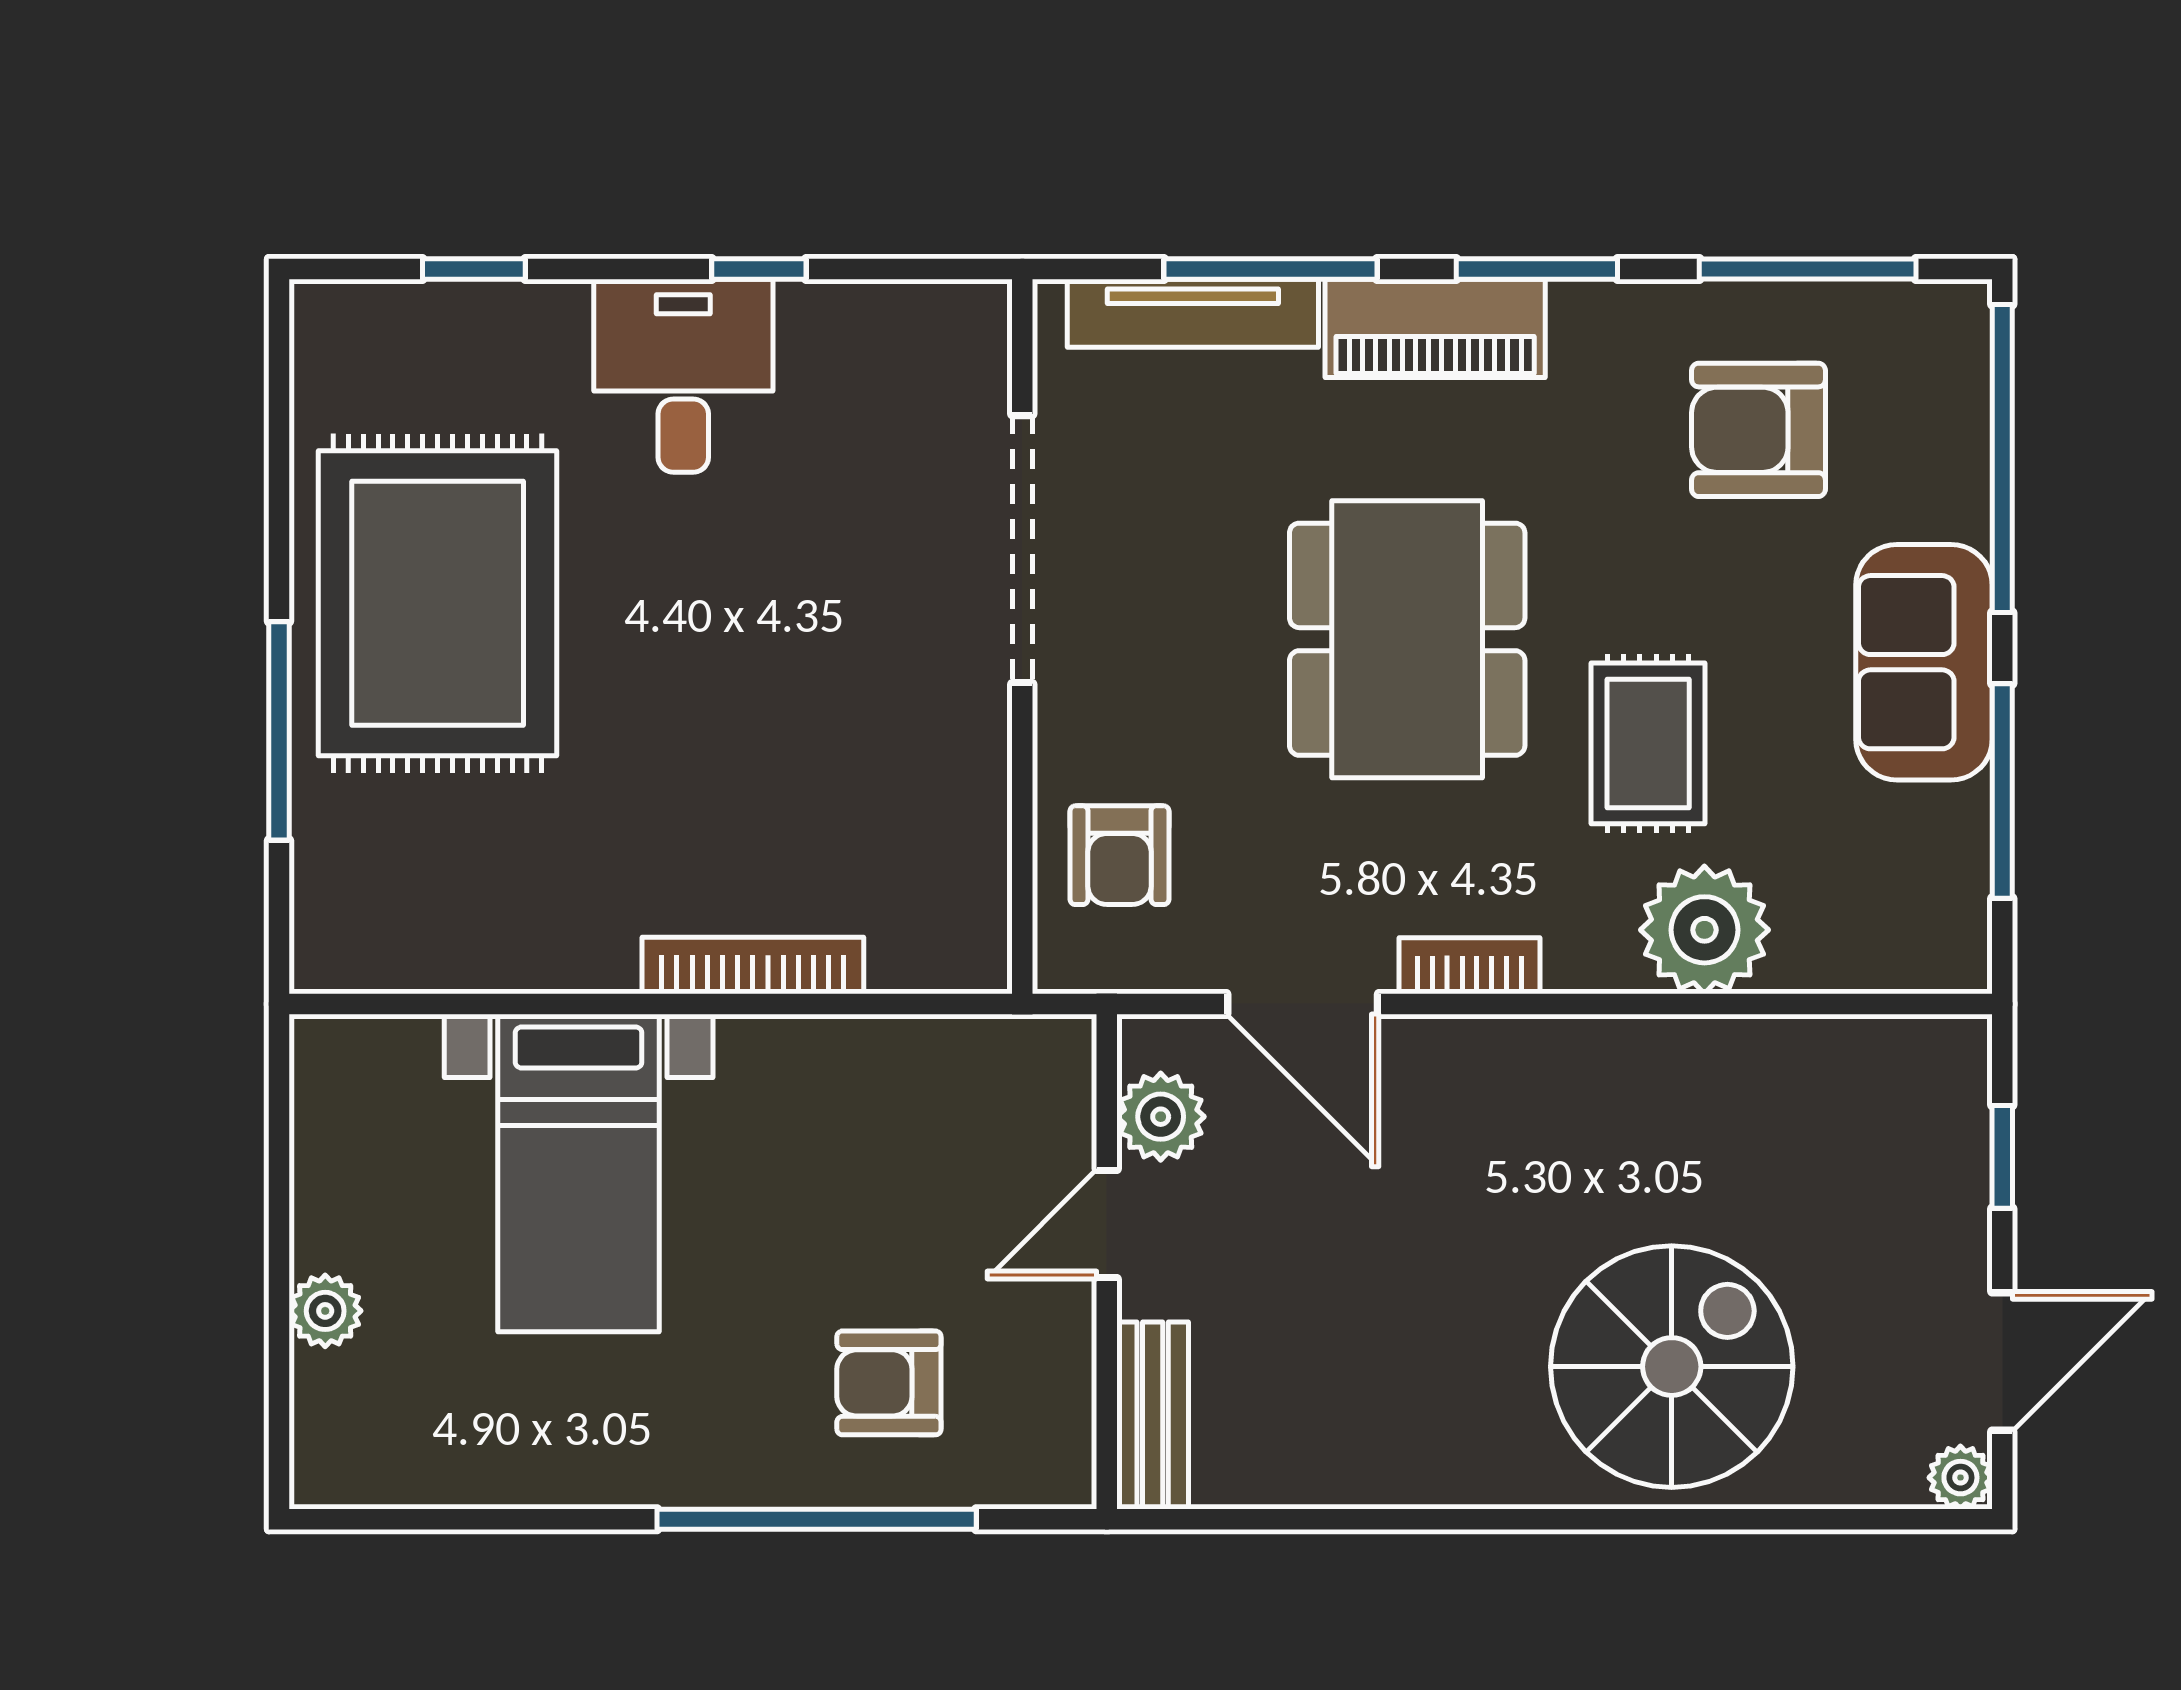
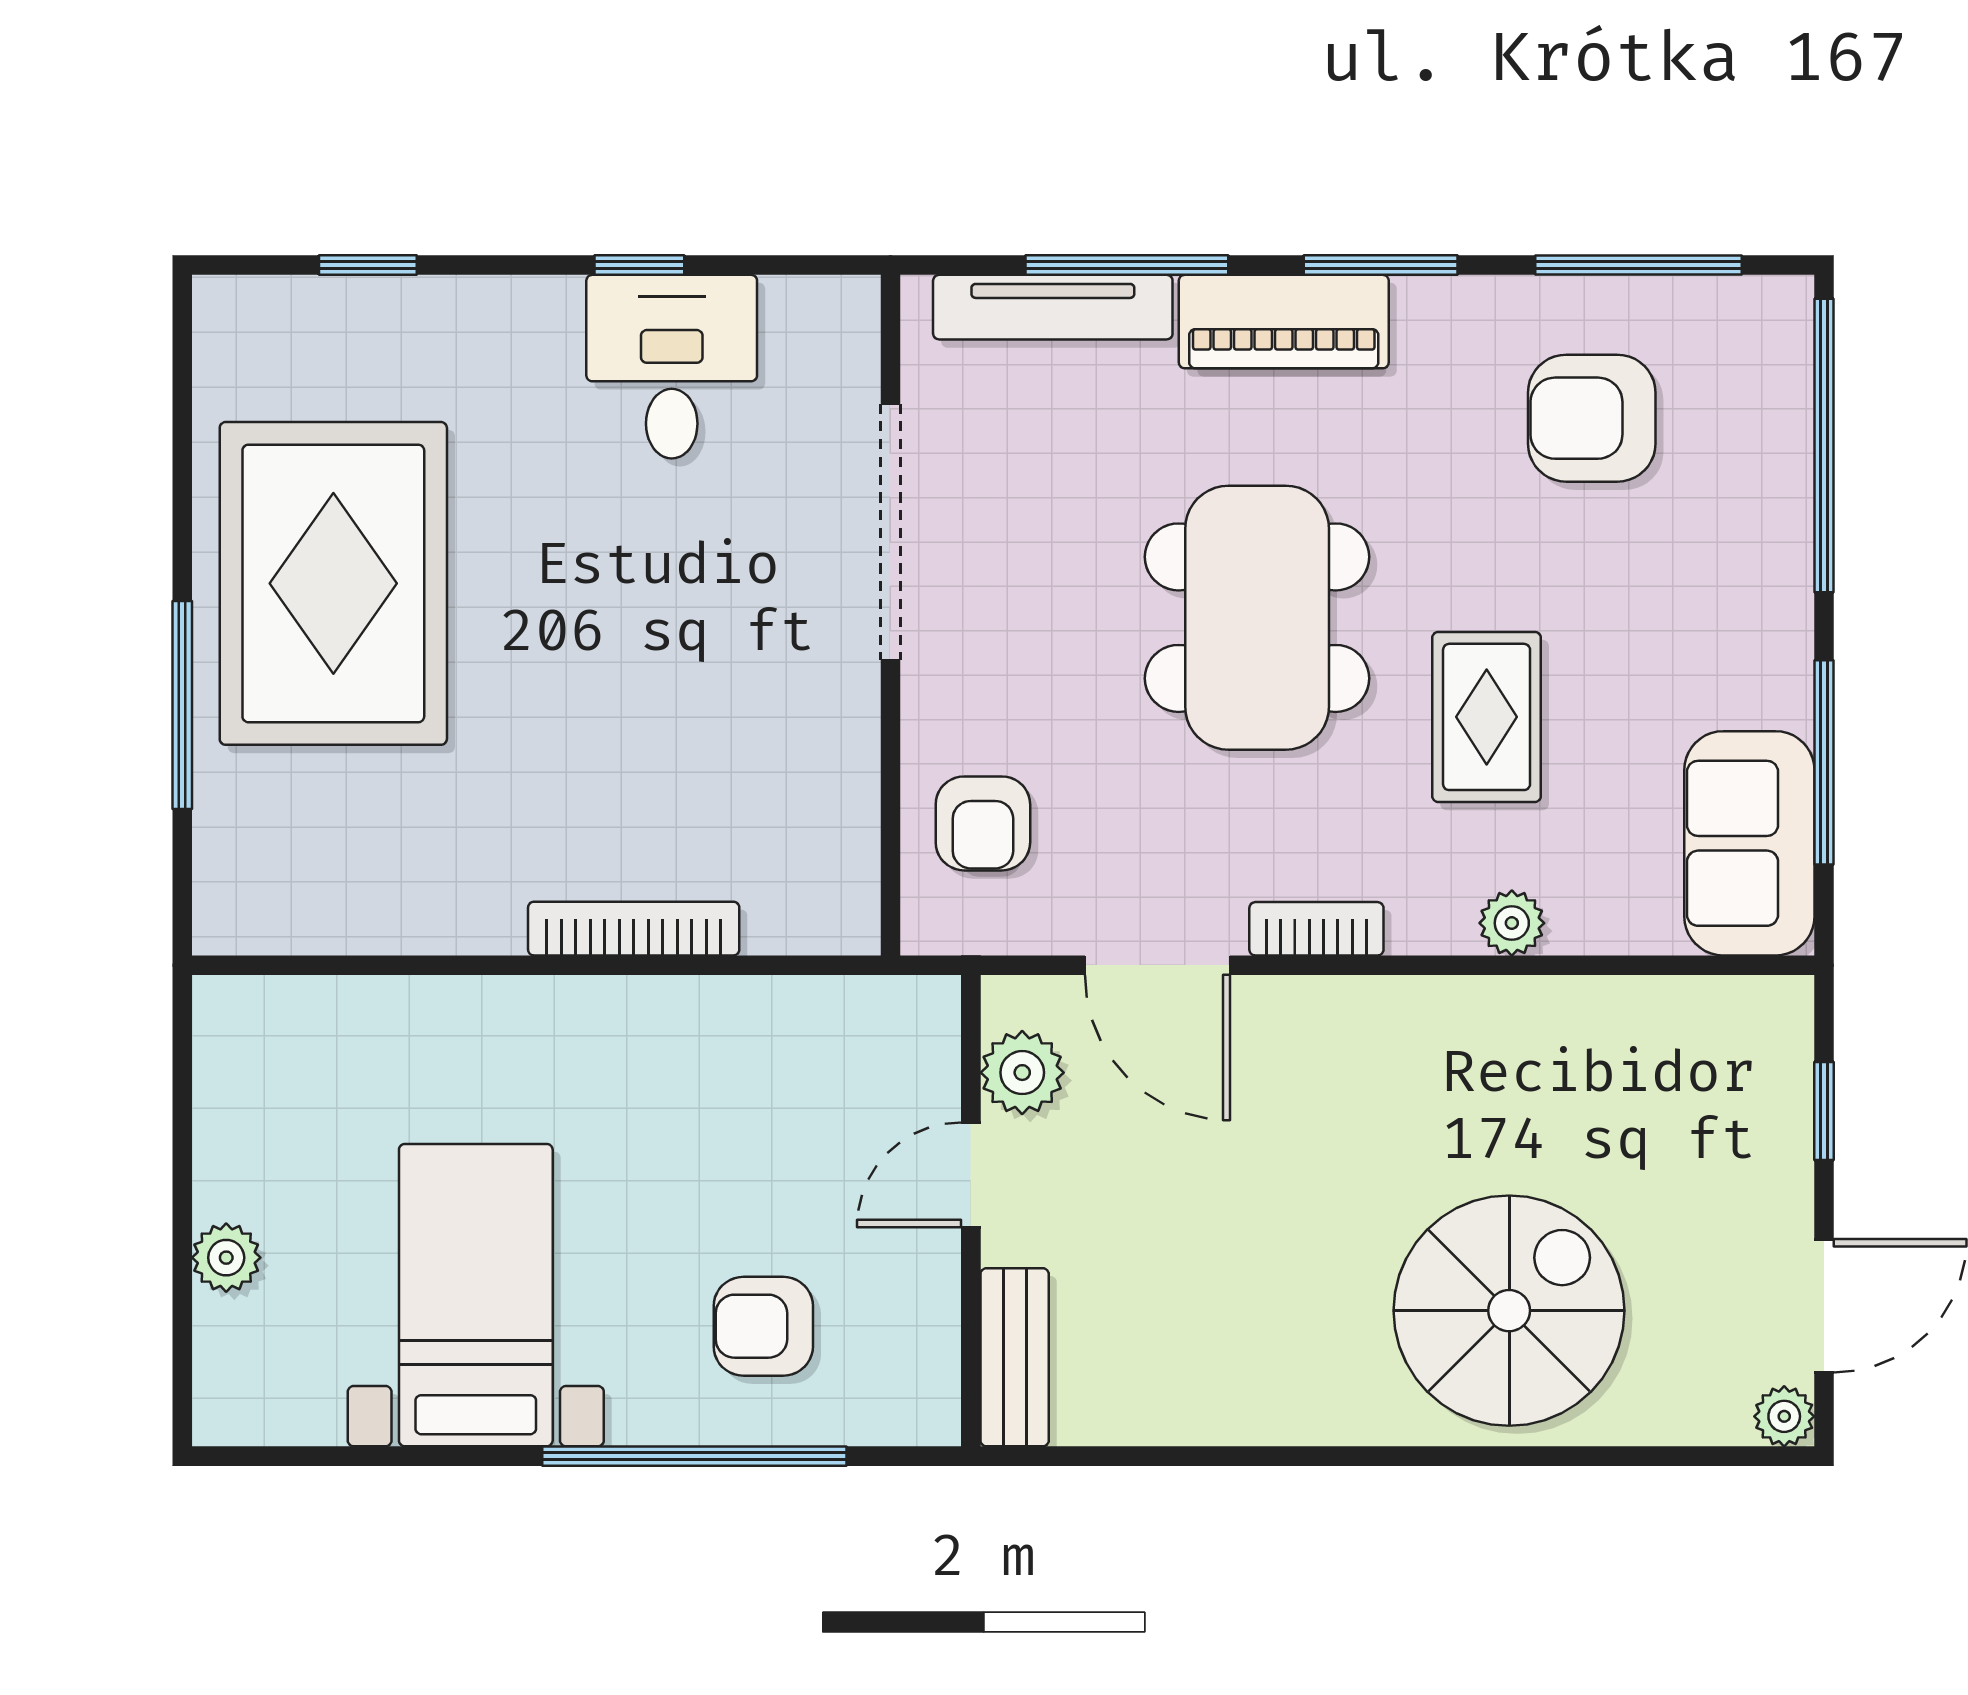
desk: (683, 376) -> (672, 367), moved
sofa: (1924, 662) -> (1749, 843), moved
plant: (1704, 930) -> (1512, 923), width x0.53, depth x0.53
bed with nightstands: (579, 1173) -> (476, 1295), moved, turned 180

